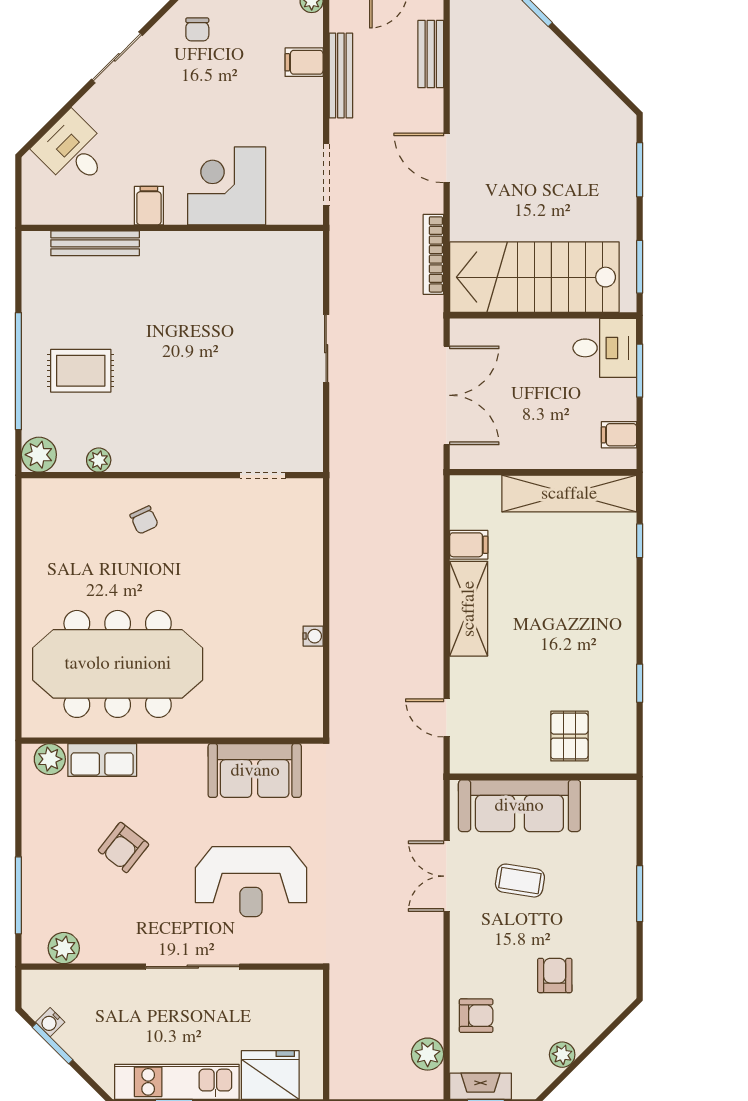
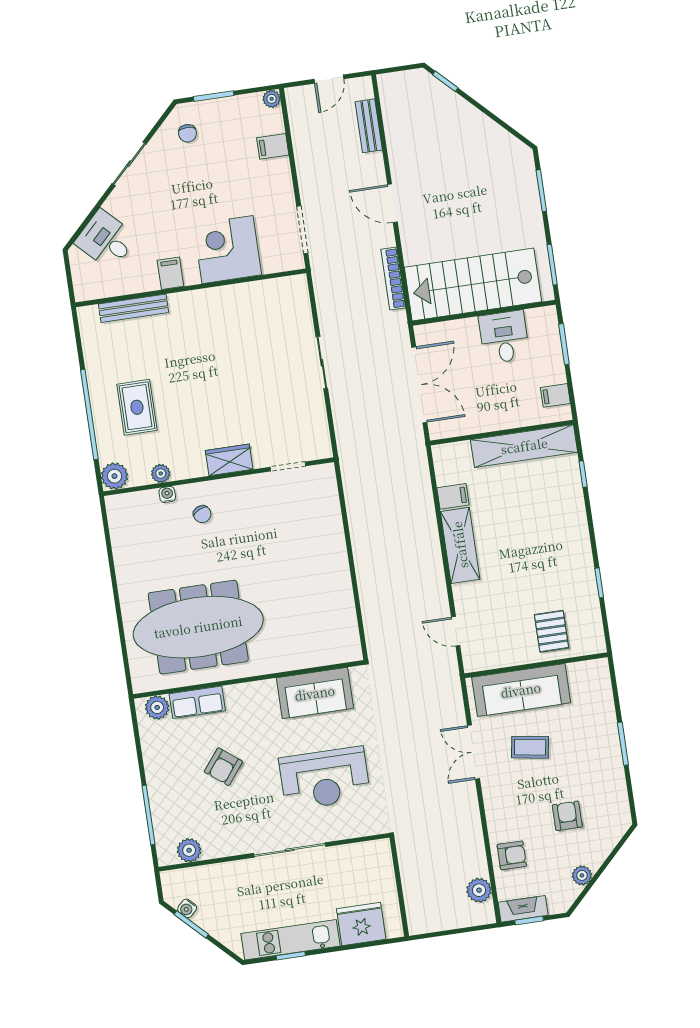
bench: (341, 75) -> (302, 152), removed
desk: (605, 348) -> (504, 337), moved, turned -90
rug: (81, 371) -> (137, 407), turned 90
wardrobe: (189, 456) -> (229, 460), added
water cooler: (313, 636) -> (167, 494), moved, turned -90

